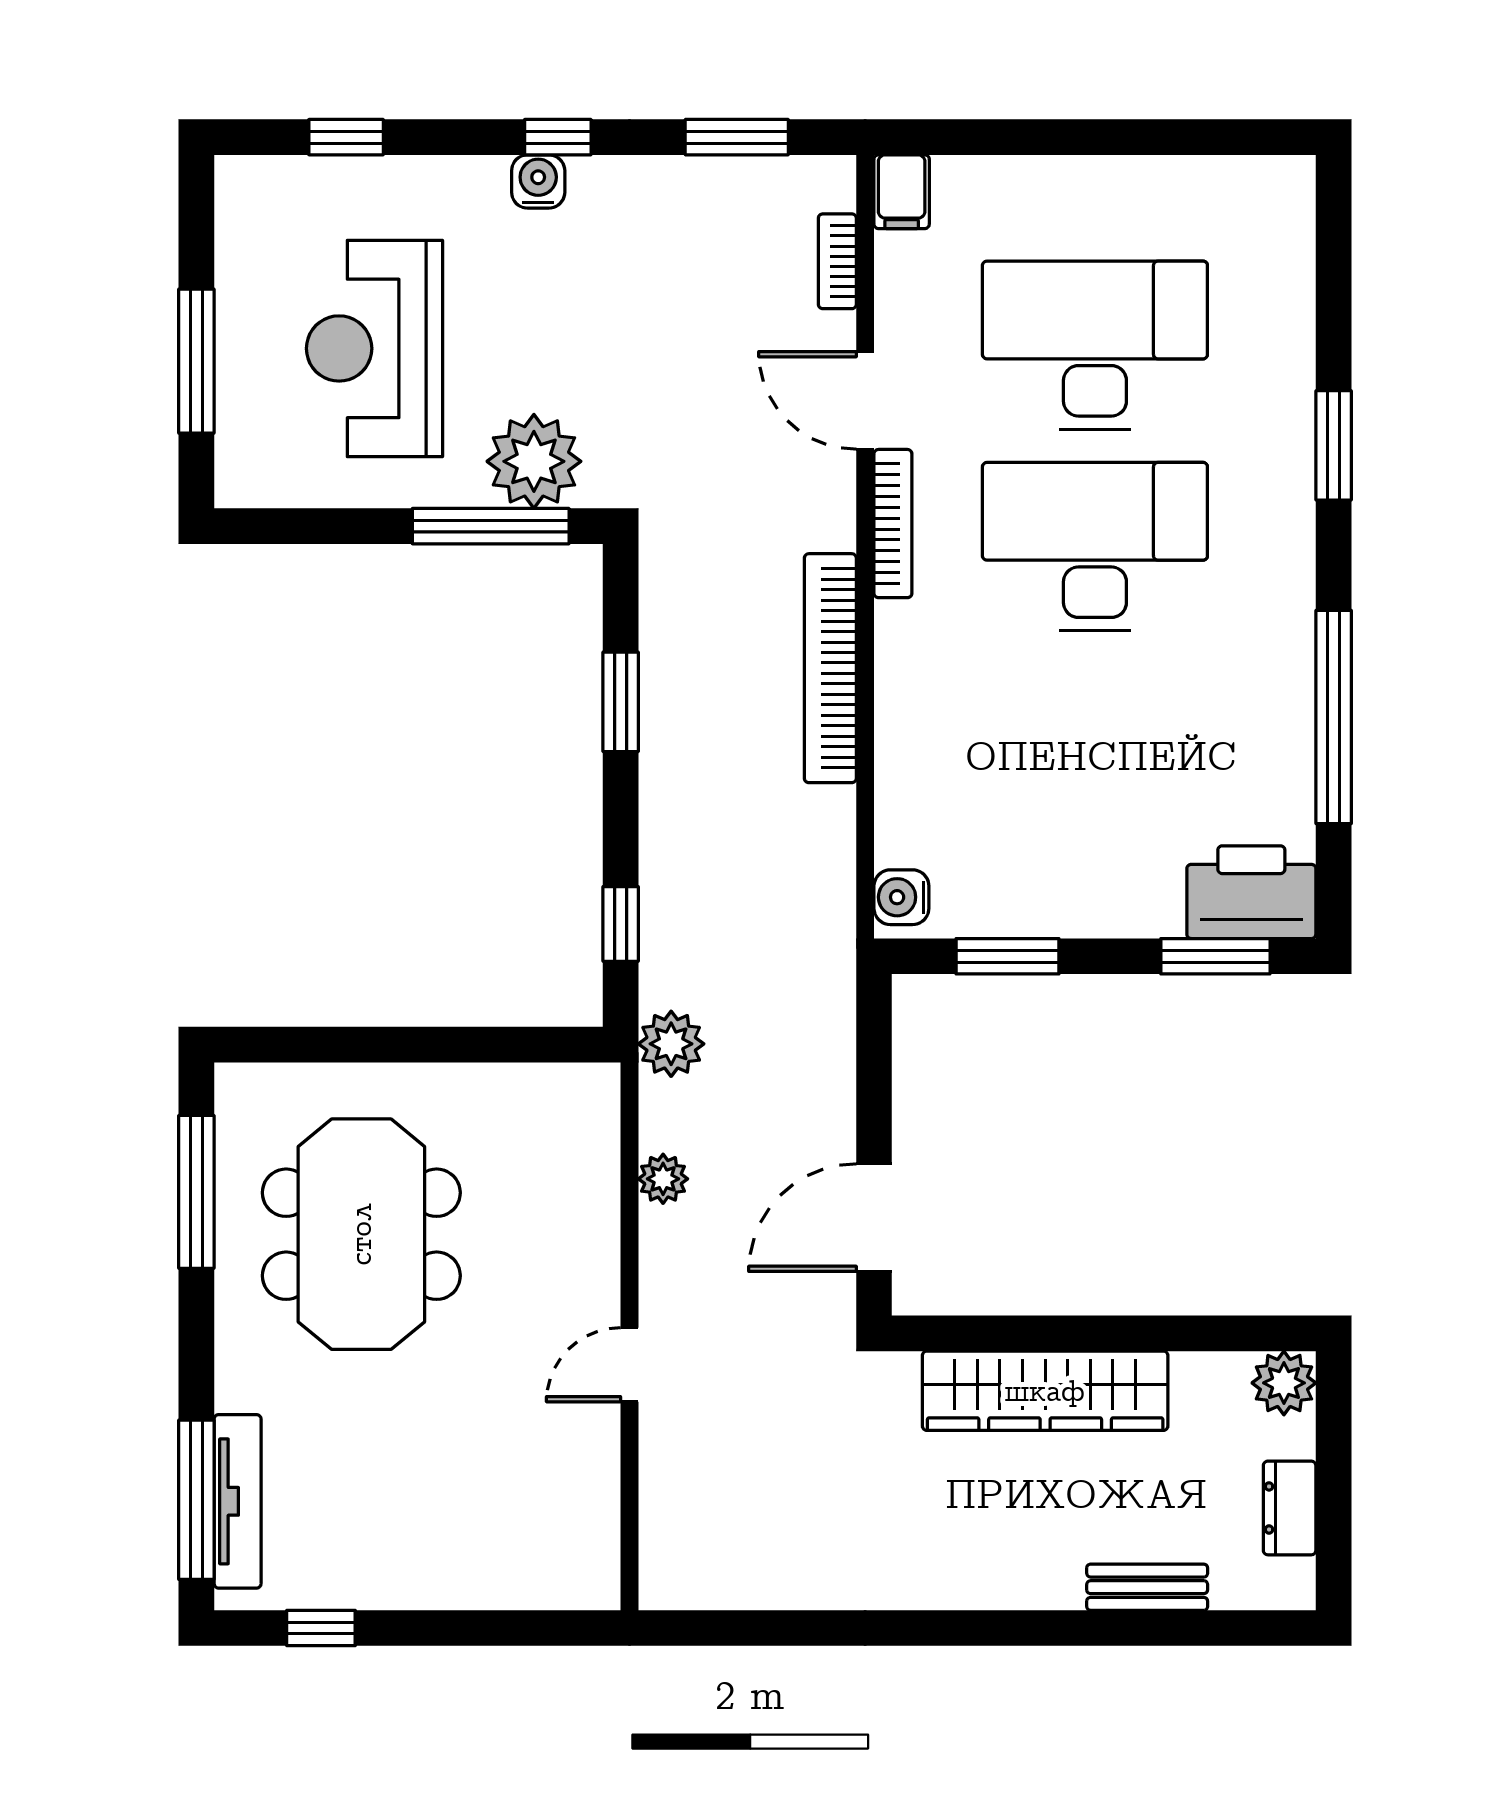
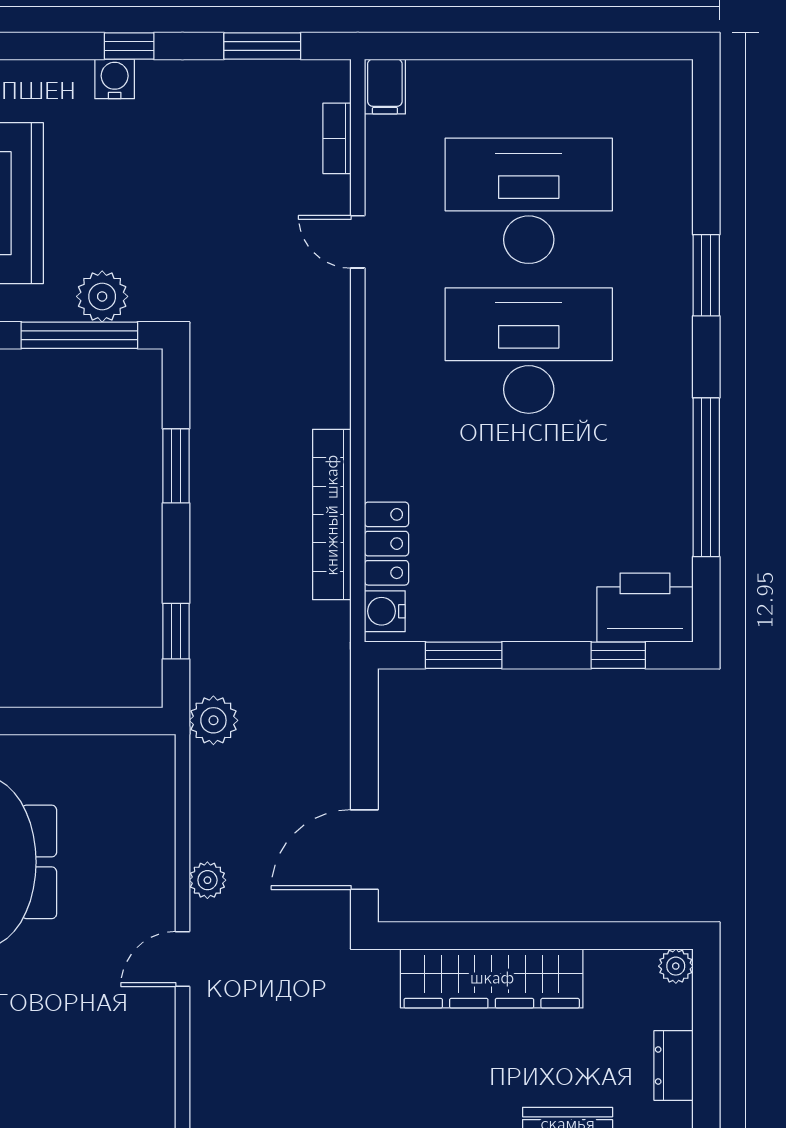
door: (865, 400) -> (358, 242), width x0.73
plant: (534, 461) -> (102, 296), width x0.73, depth x0.73
bookcase: (893, 524) -> (378, 333), removed
bookcase: (830, 668) -> (332, 515), moved
locker: (904, 806) -> (386, 544), added
window: (1215, 956) -> (618, 655), width x0.67
plant: (663, 1179) -> (207, 880), moved
plant: (1284, 1383) -> (676, 966), width x0.73, depth x0.73

